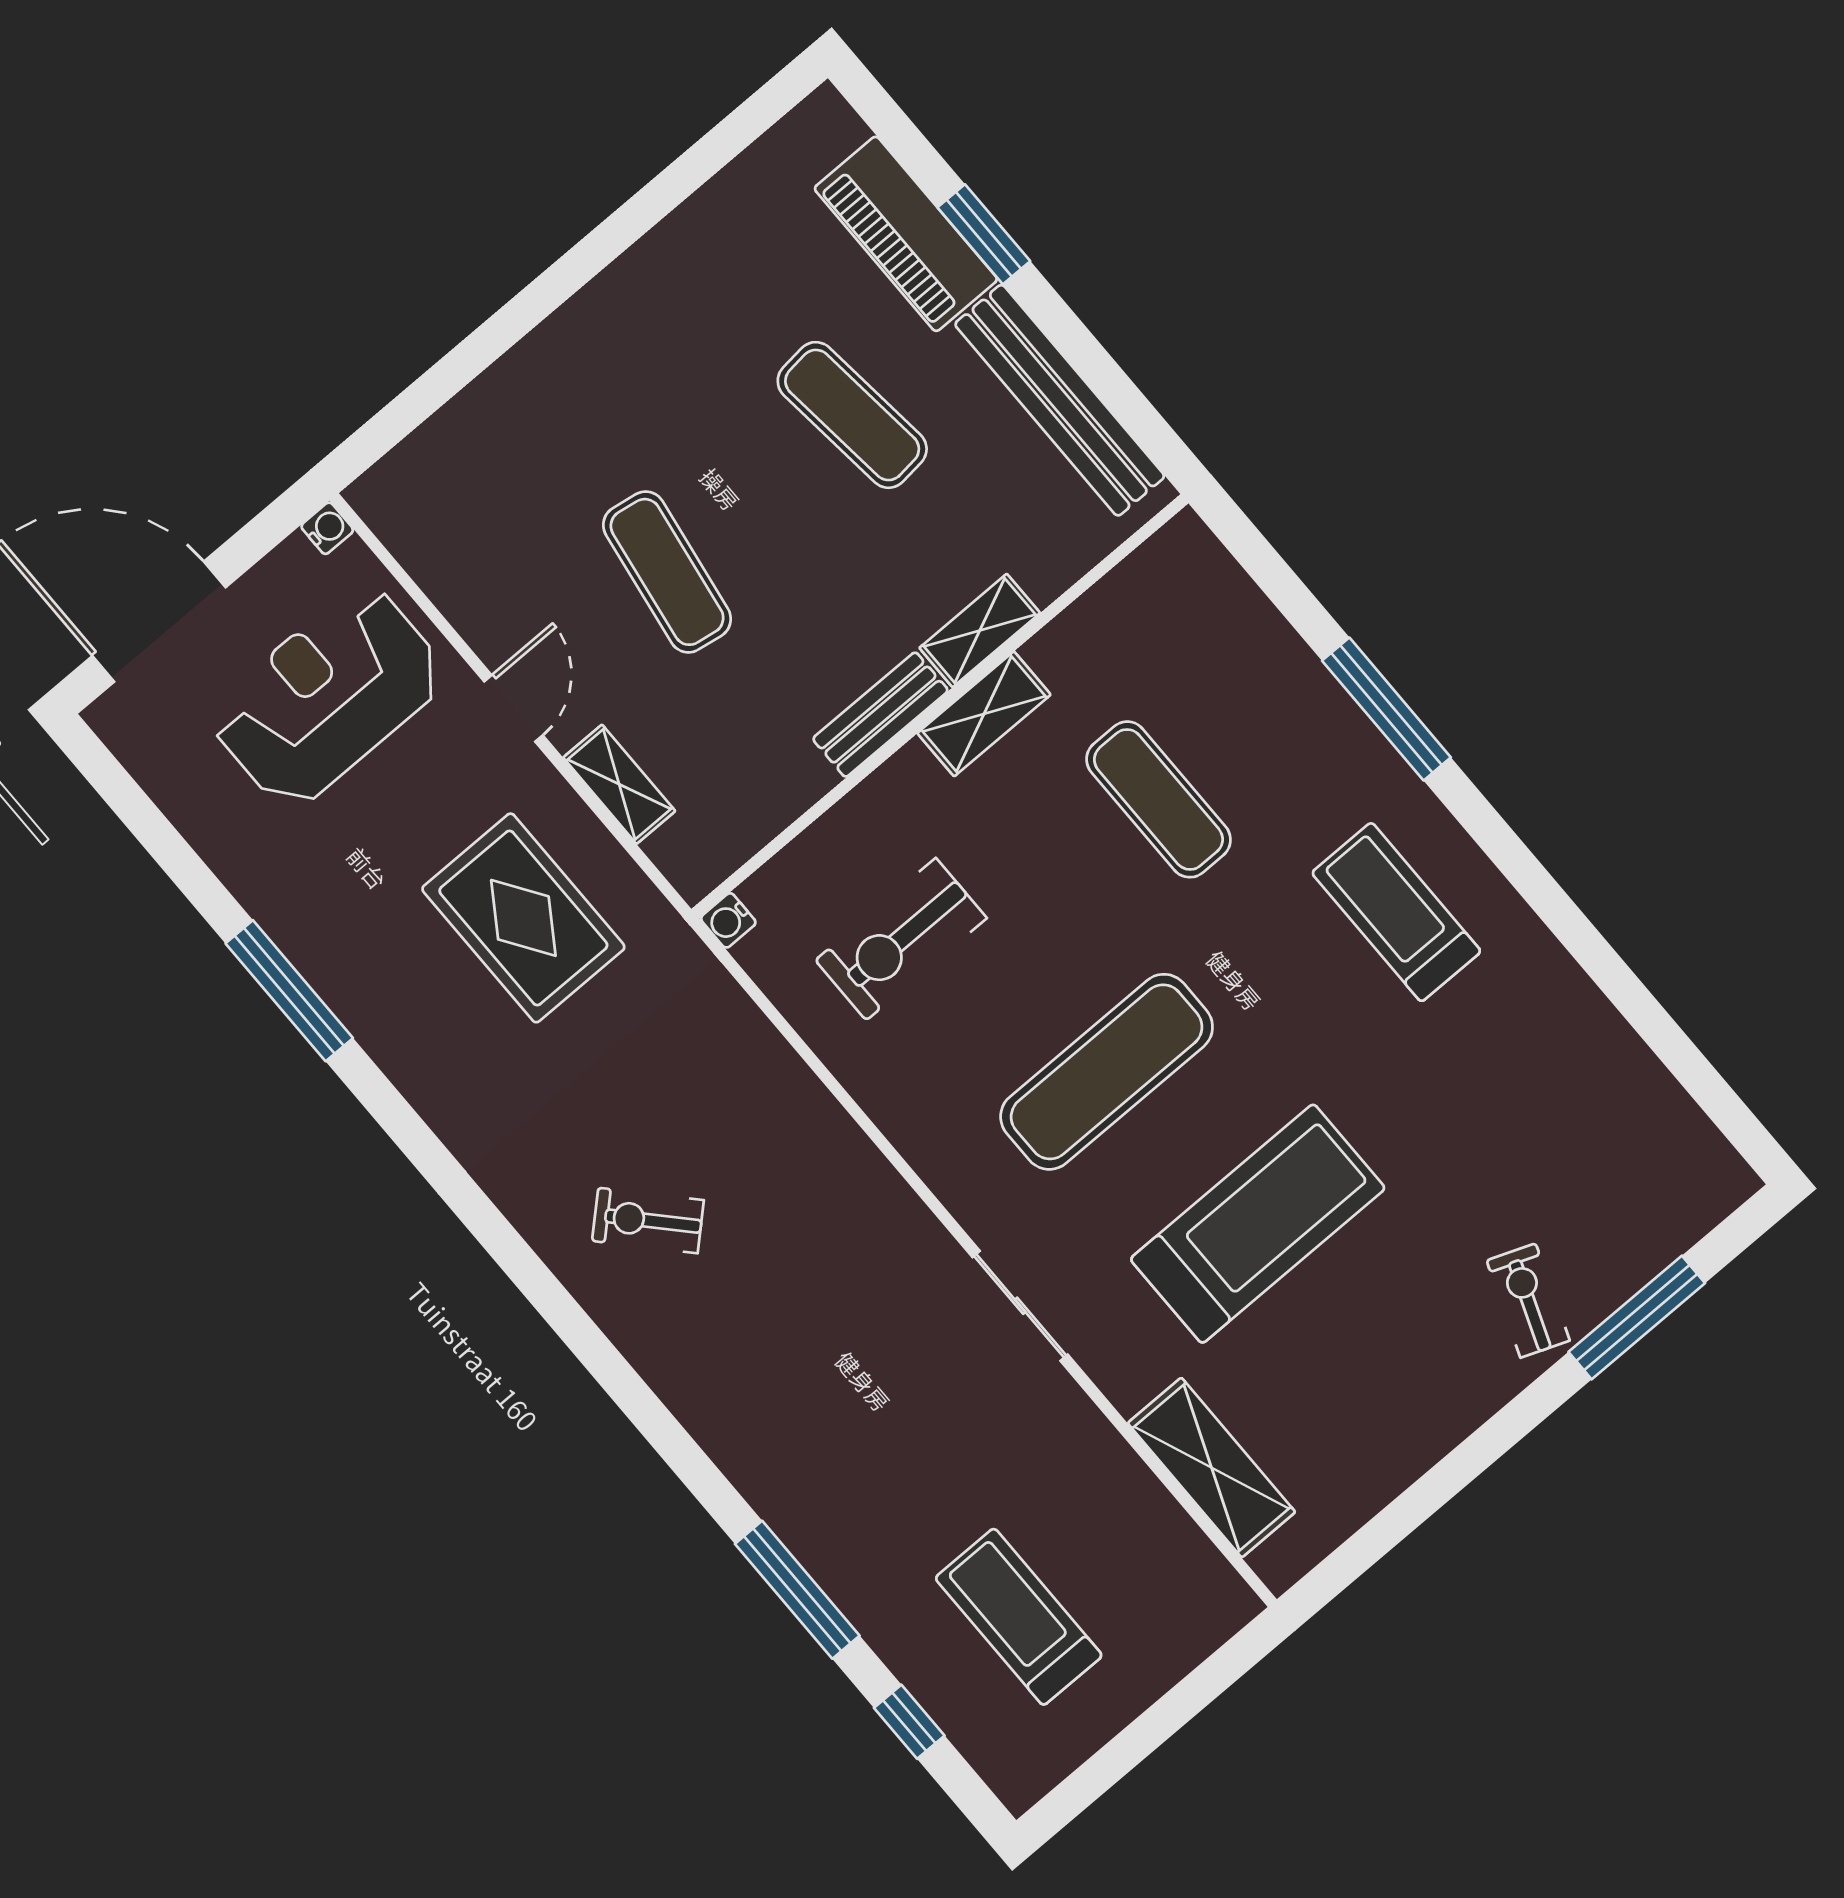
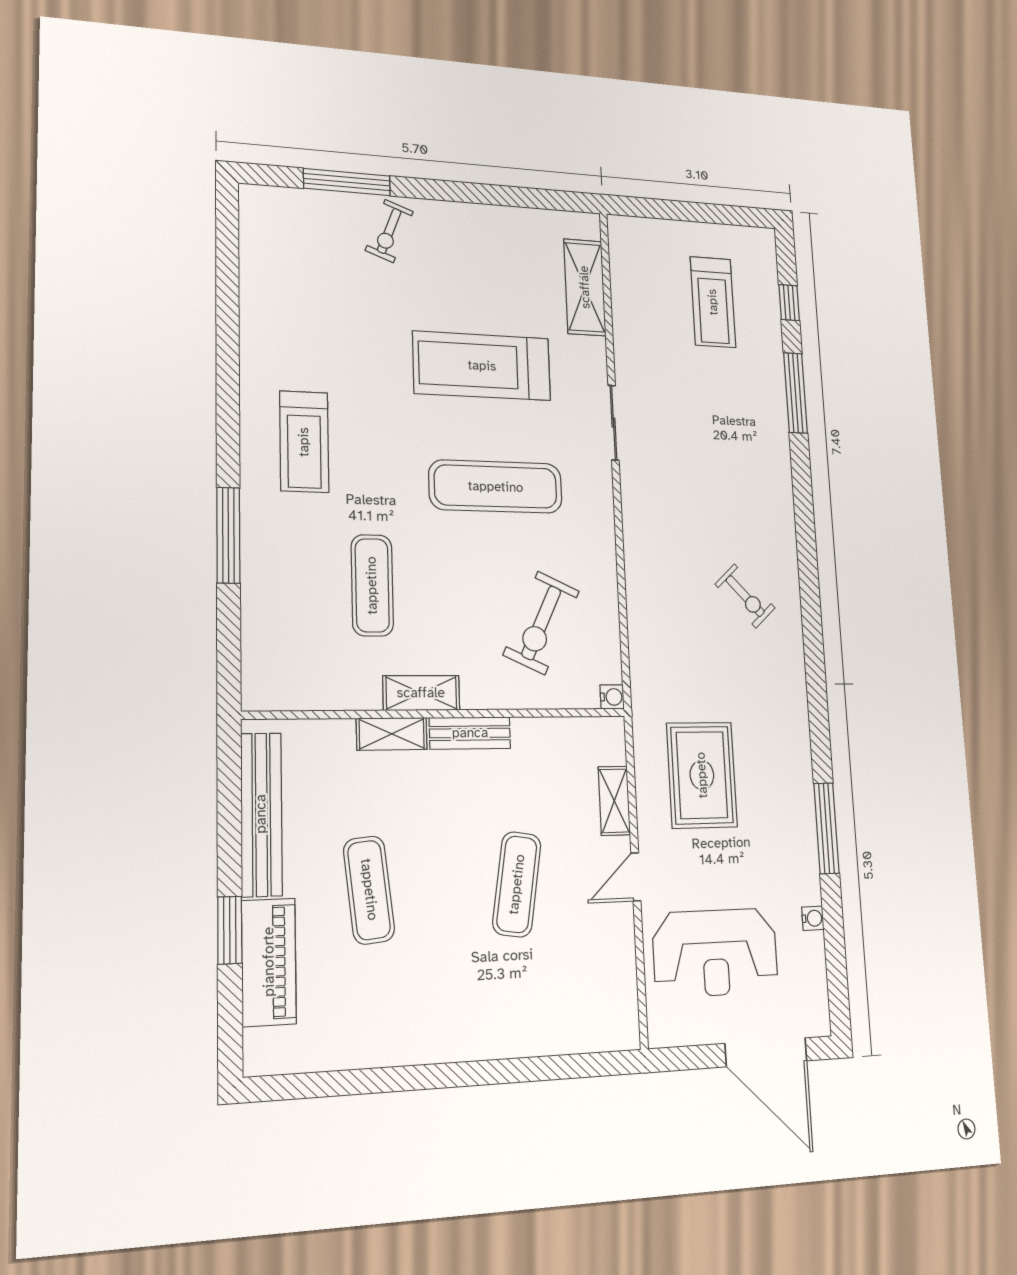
water cooler: (327, 528) -> (813, 918), moved, turned 180
exercise bike: (901, 939) -> (541, 623), turned 115

